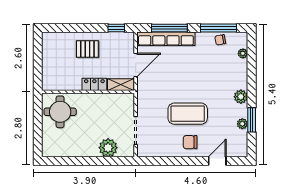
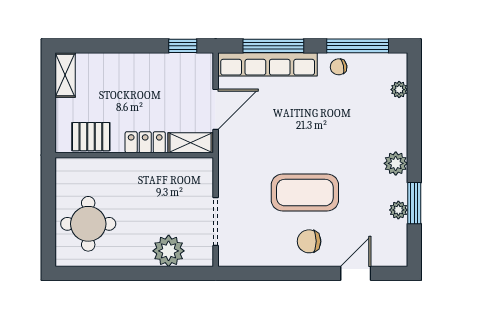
chair: (220, 40) -> (339, 67), moved
shelving: (48, 45) -> (65, 75), added
pallet: (87, 49) -> (91, 137), moved
round table: (60, 112) -> (88, 224), moved

